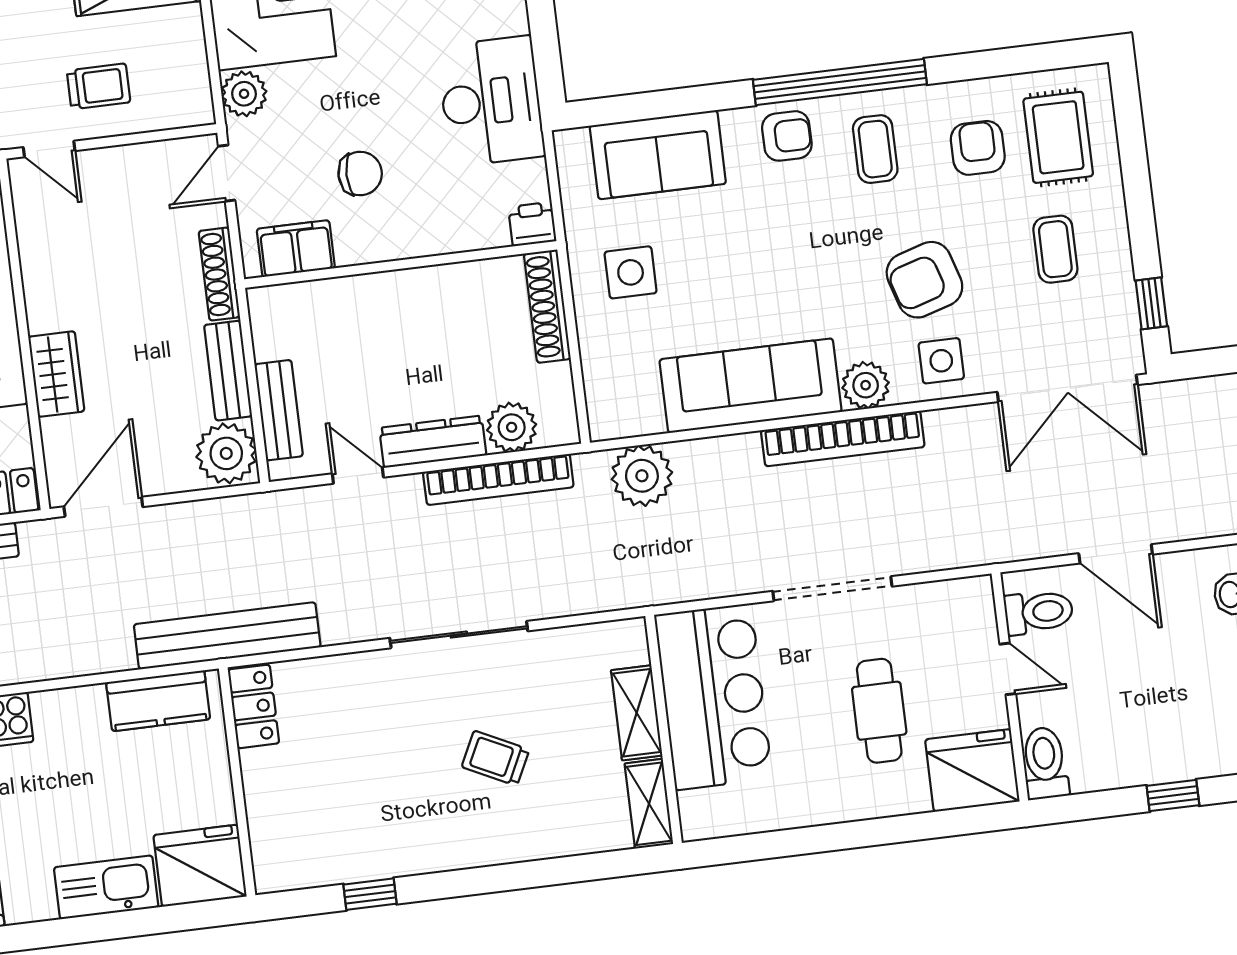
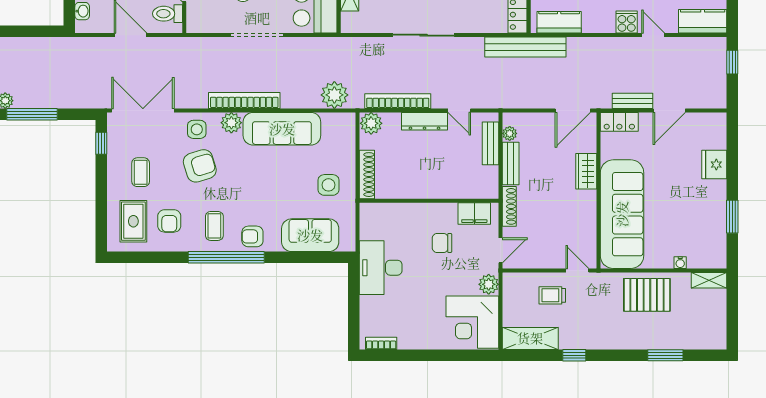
printer: (532, 224) -> (369, 211), removed
plant: (512, 427) -> (371, 123), moved
plant: (226, 453) -> (510, 133), width x0.53, depth x0.53

